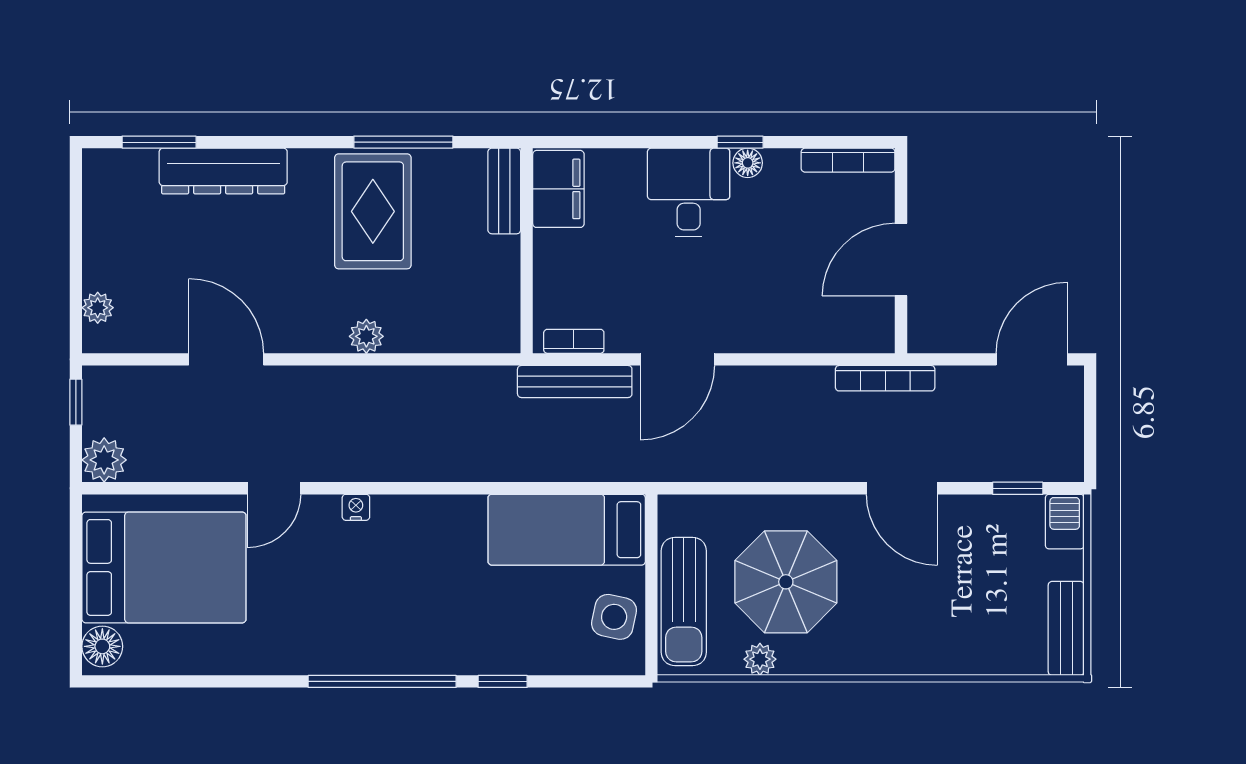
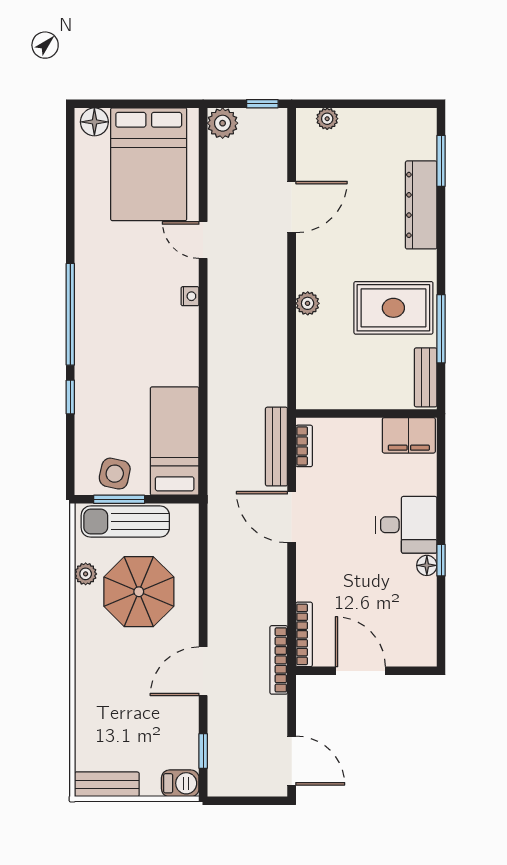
bookcase: (848, 160) -> (304, 634), moved, turned 180
bench: (504, 191) -> (426, 377), moved, turned 90
window: (651, 610) -> (119, 499), added

